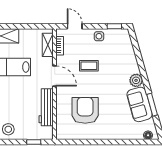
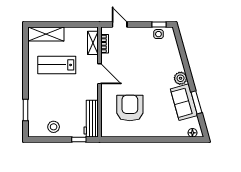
side table: (99, 36) -> (158, 34), moved
coffee table: (89, 66) -> (134, 64), removed
workbench: (46, 107) -> (91, 119), moved

